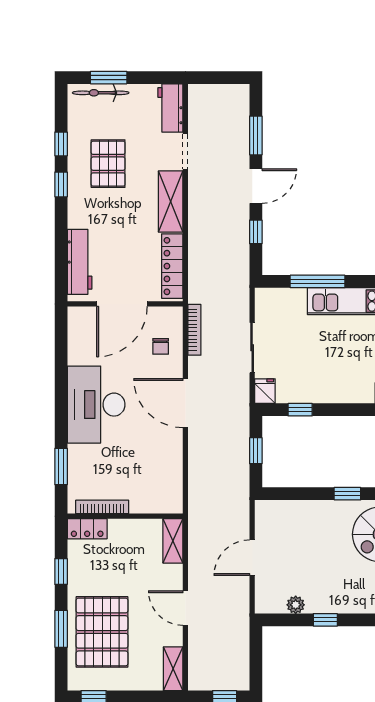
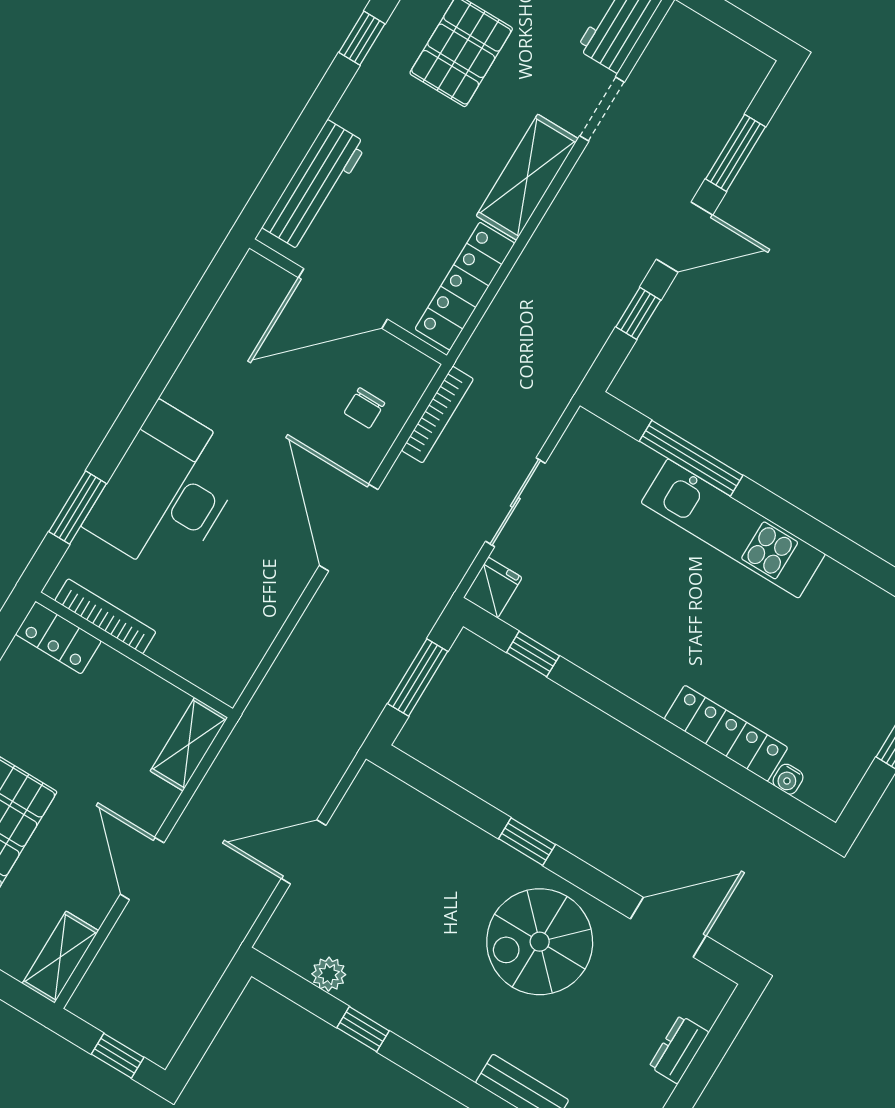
desk: (96, 405) -> (167, 491), moved
window: (256, 451) -> (418, 678), width x1.50

